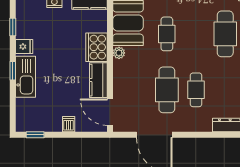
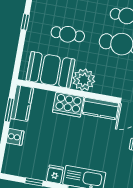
plant: (119, 53) -> (84, 80), width x1.87, depth x1.87

